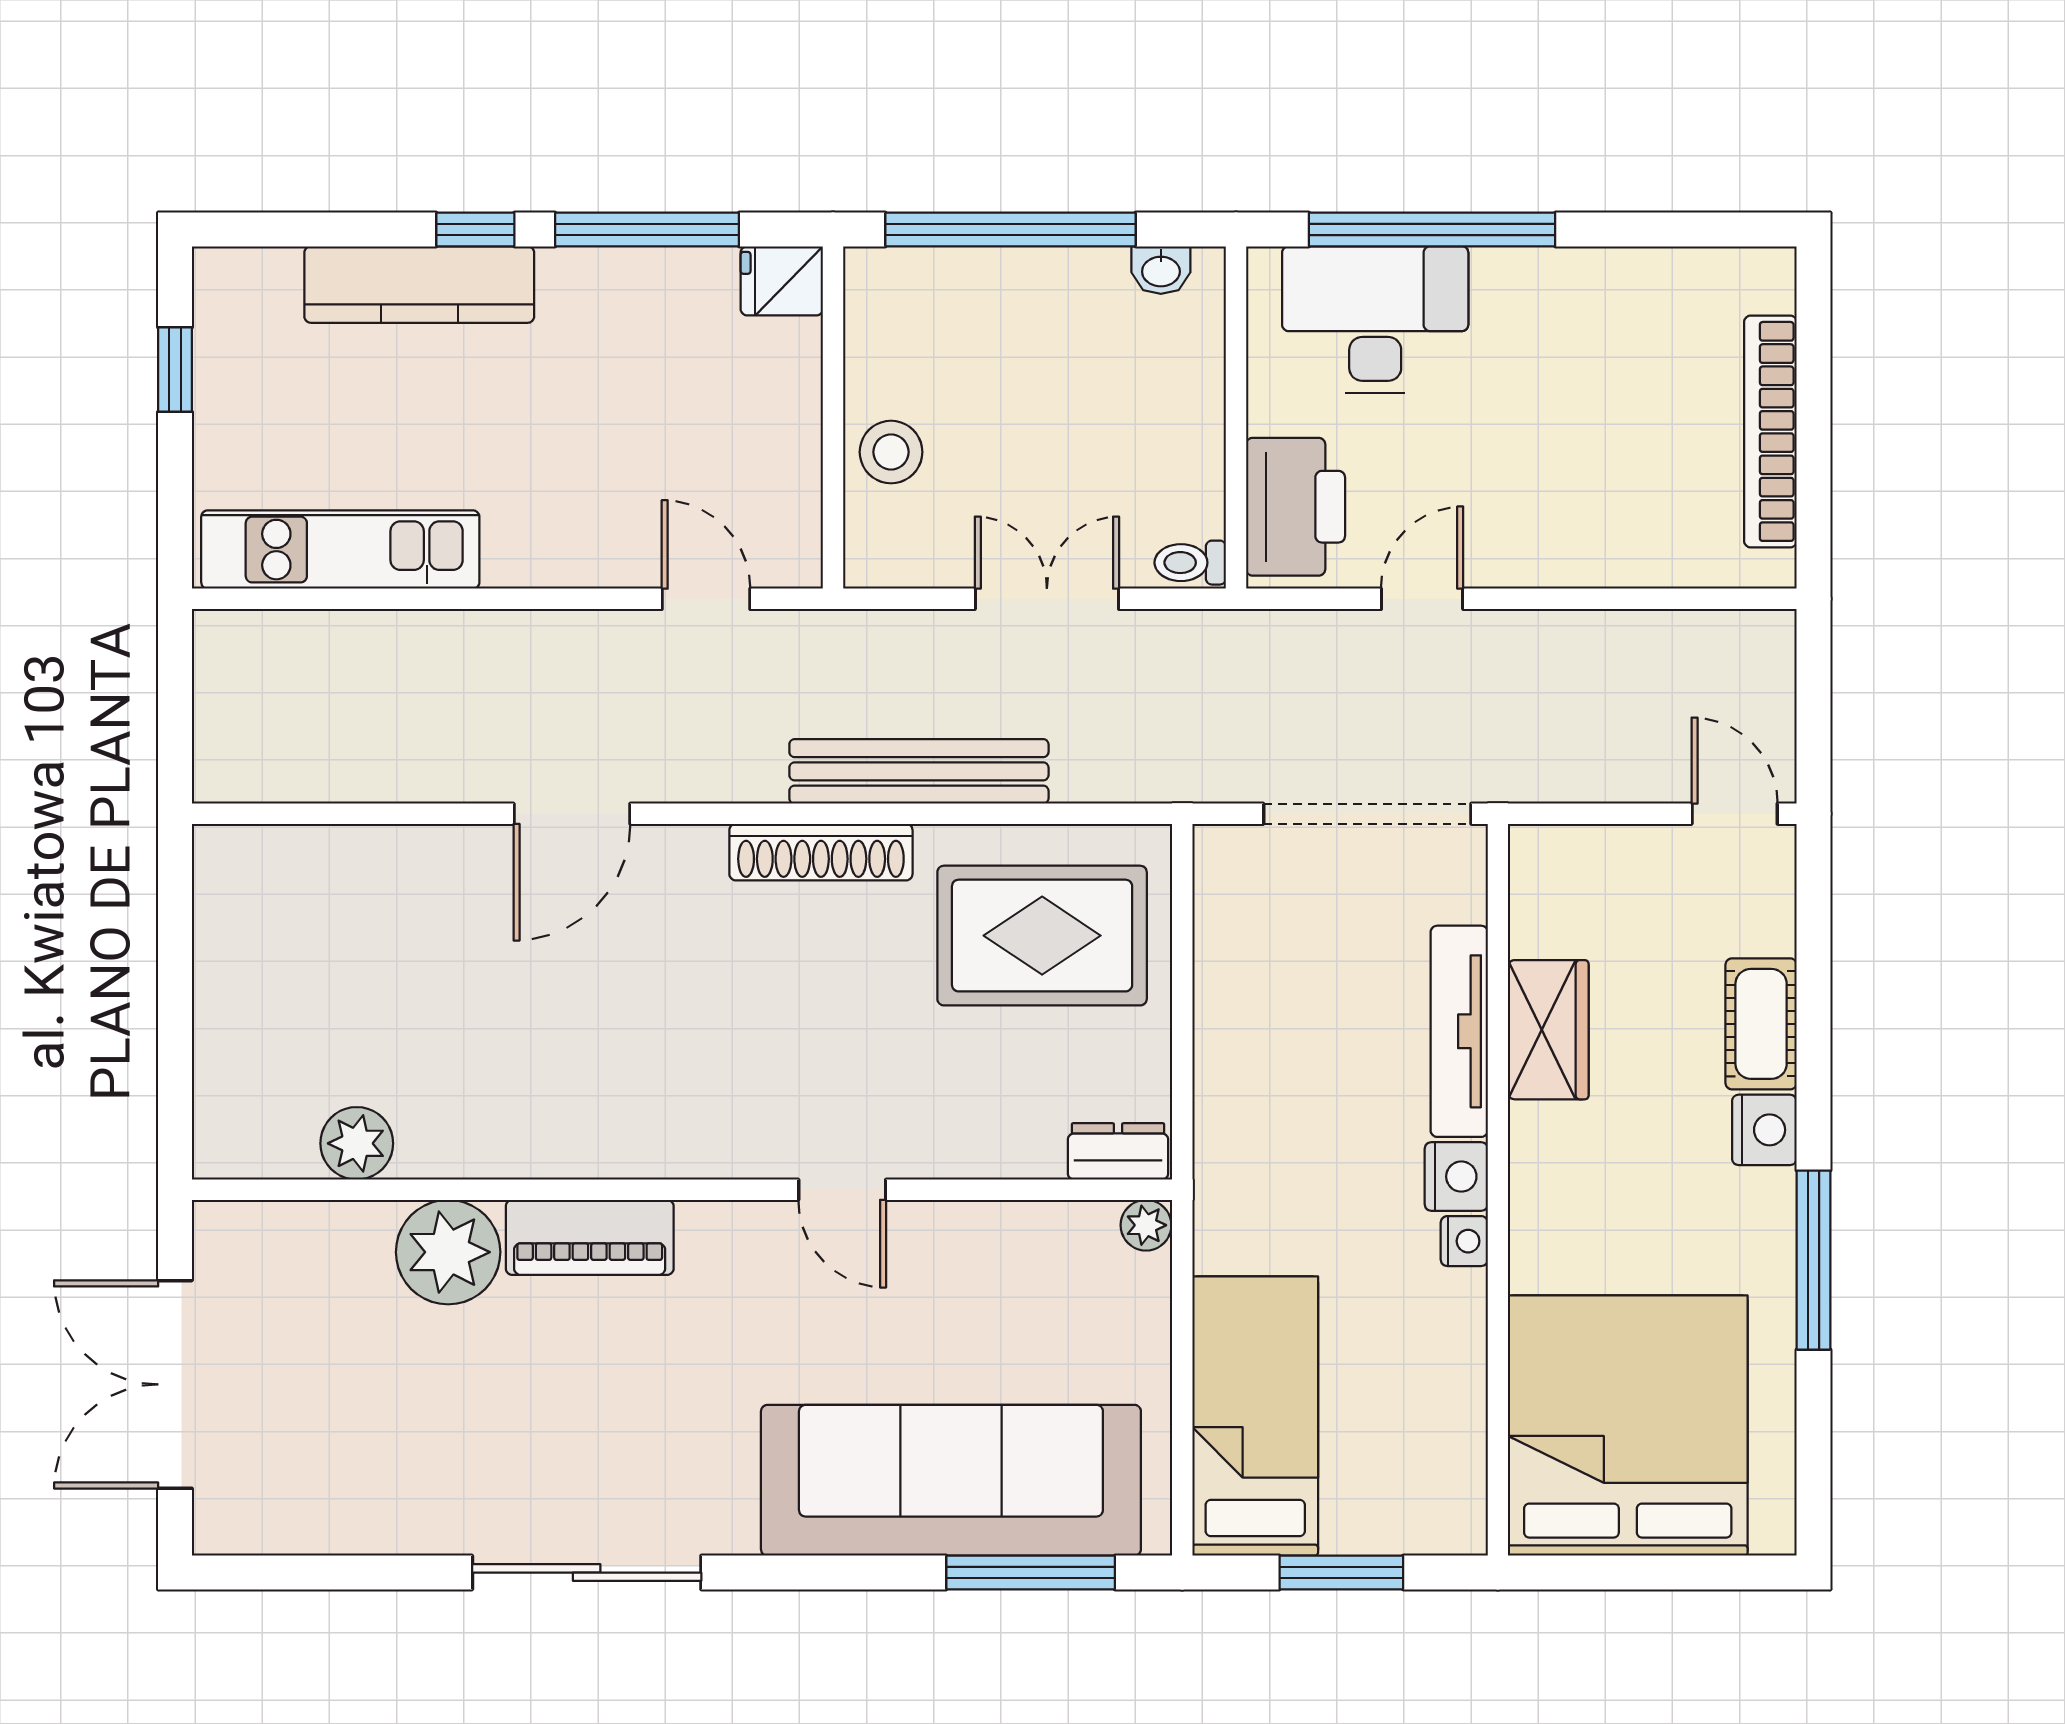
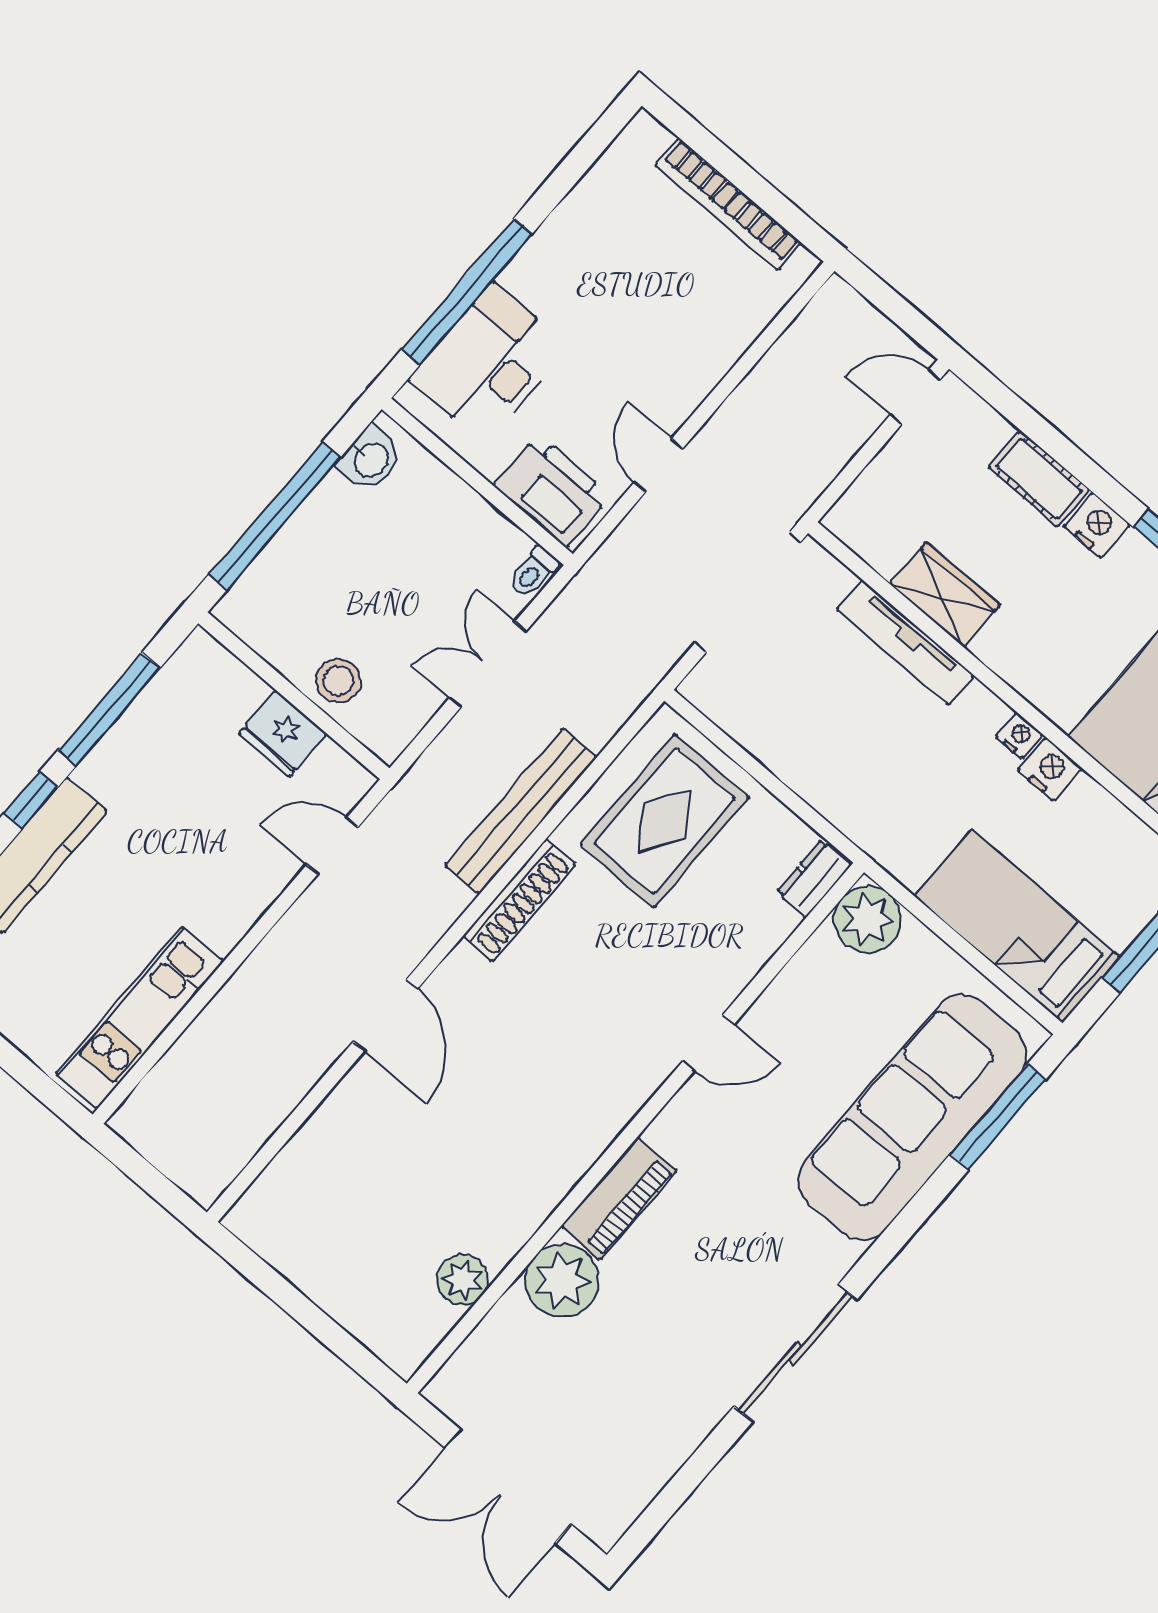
washbasin: (1161, 270) -> (371, 459), width x1.38, depth x1.45
fridge: (782, 281) -> (283, 734), moved, width x1.38
nightstand: (1456, 1177) -> (1050, 769), moved
plant: (1146, 1225) -> (867, 919), width x1.88, depth x1.88

